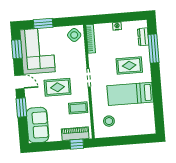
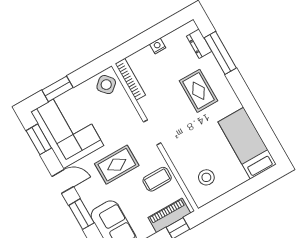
rug: (129, 66) -> (198, 91), turned 90
bed: (130, 94) -> (247, 143), moved, turned 90

